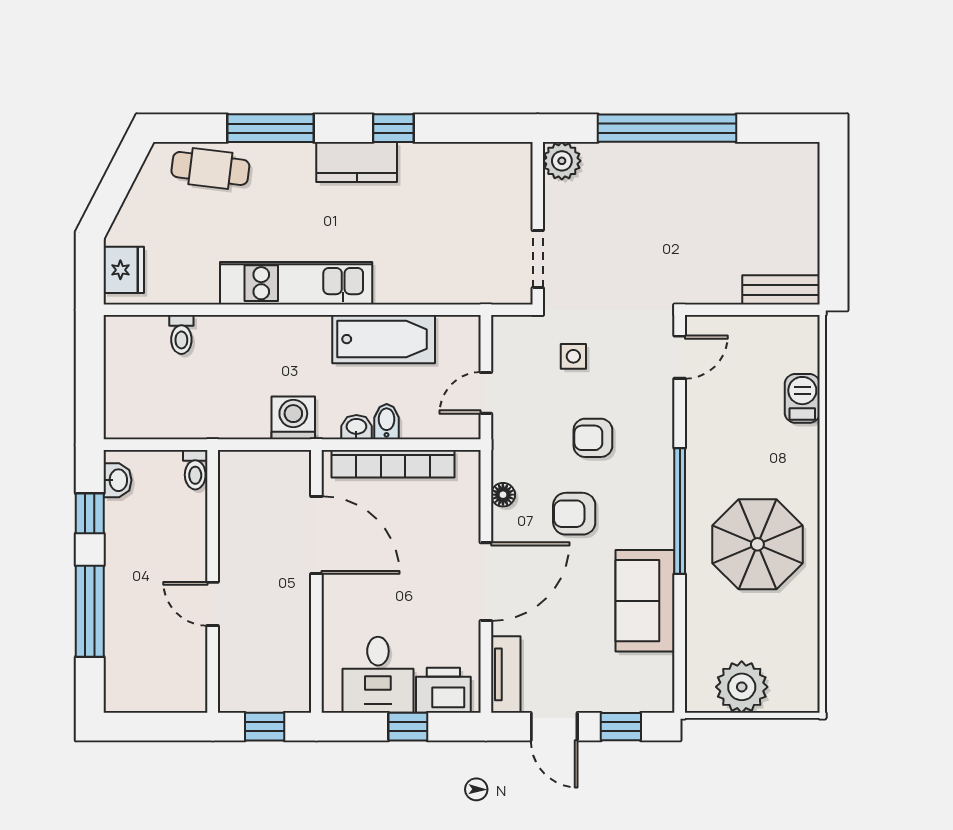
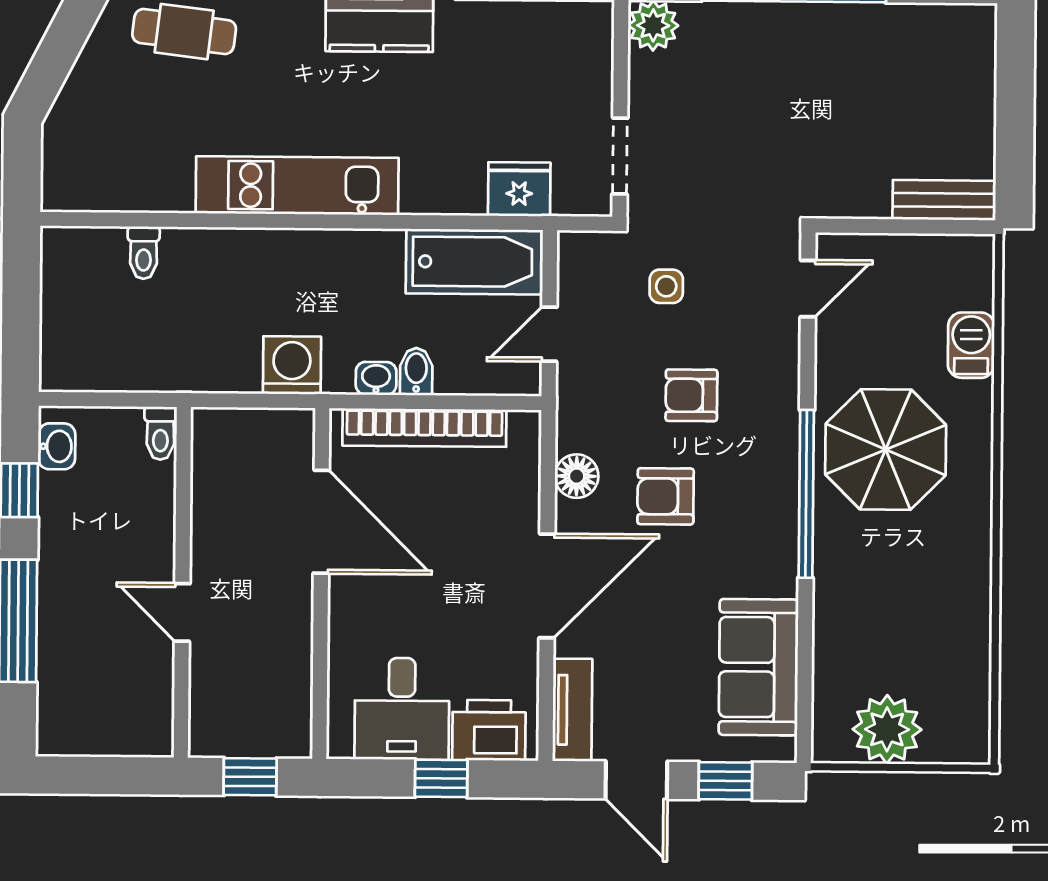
fridge: (124, 270) -> (519, 189), moved, turned -90
bathtub: (384, 339) -> (474, 262), moved
floor lamp: (503, 495) -> (577, 476), width x1.37, depth x1.37
parasol: (757, 544) -> (886, 450), moved
sofa: (645, 601) -> (758, 667), moved

